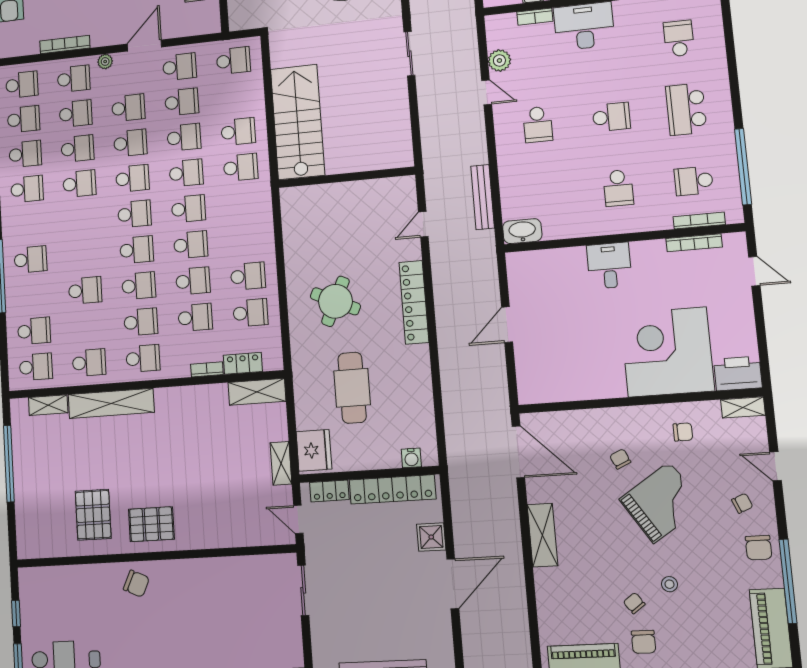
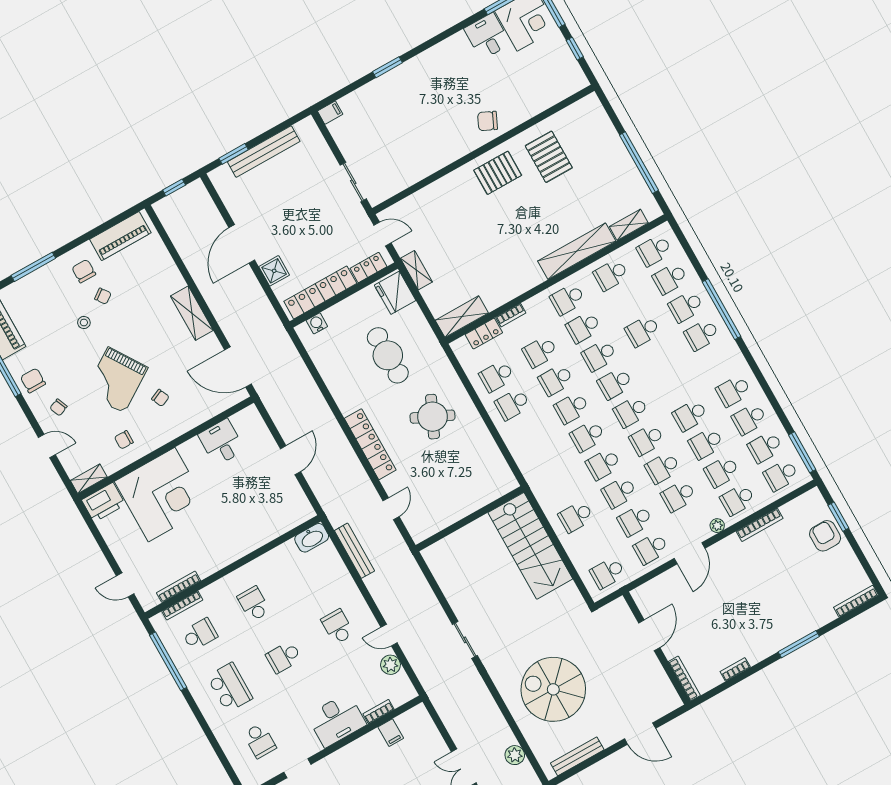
school desk: (241, 167) -> (686, 307), moved
desk: (609, 266) -> (221, 442), moved, turned 180

